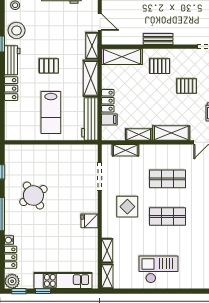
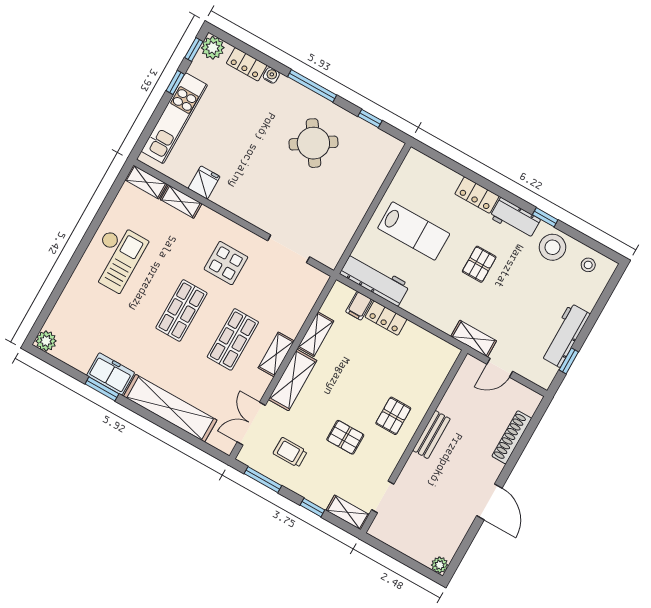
shelving: (122, 57) -> (435, 371), removed
shelving: (91, 78) -> (430, 312), removed
pallet: (187, 86) -> (345, 437), turned 90
lab bench: (51, 113) -> (414, 231), turned 180
shelving: (125, 150) -> (276, 354), moved
fridge: (89, 221) -> (204, 183), moved

